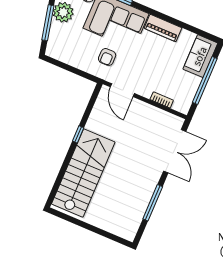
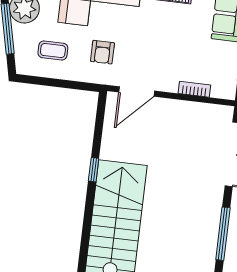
coffee table: (74, 46) -> (53, 51), added
door: (122, 90) -> (137, 92), hinge flipped

